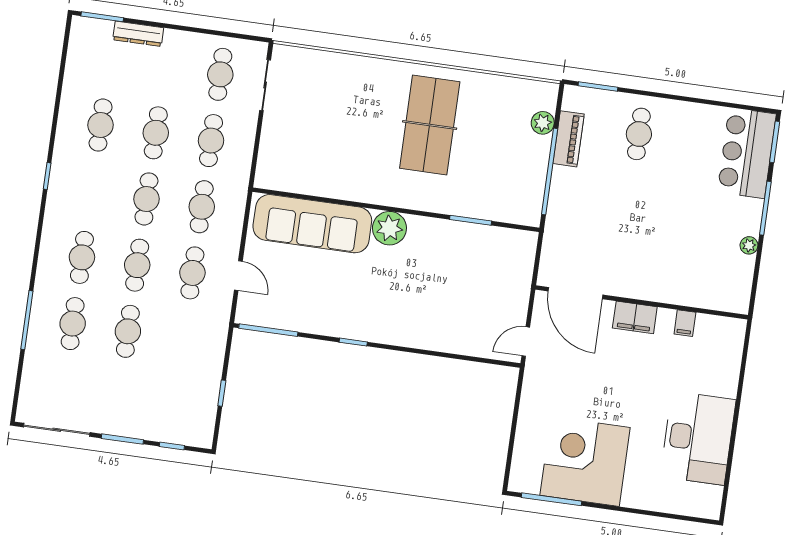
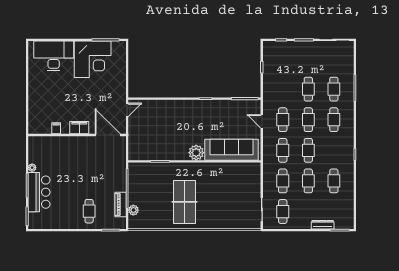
bar counter: (747, 153) -> (39, 192), moved
desk: (698, 438) -> (54, 56), moved, turned 90

